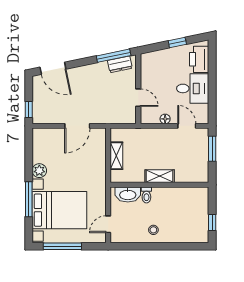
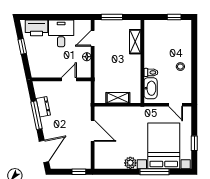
window: (114, 56) -> (37, 115), moved
dresser: (120, 64) -> (43, 107), moved
shelving: (160, 176) -> (135, 42), moved
window: (62, 246) -> (194, 143), width x0.46

